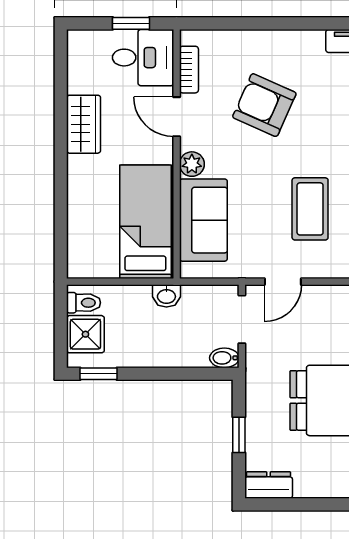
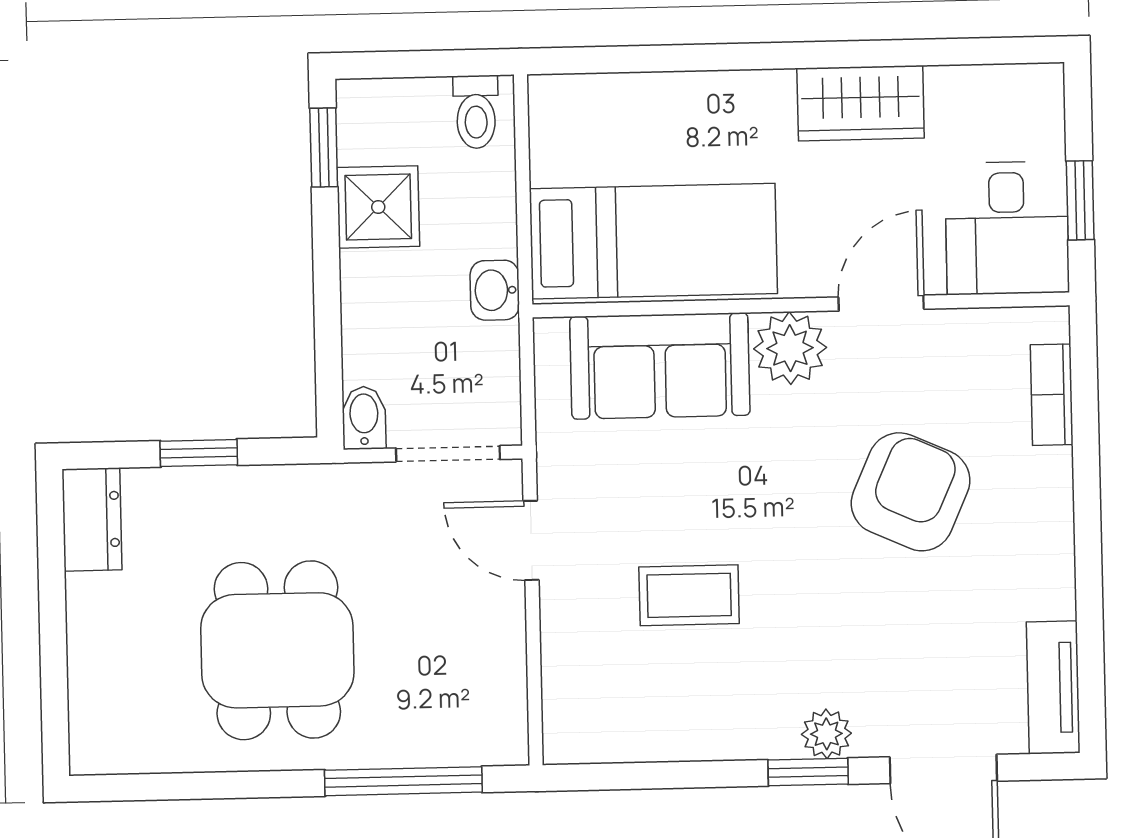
bookcase: (189, 70) -> (1052, 395), moved, turned 90
plant: (192, 164) -> (790, 348), width x1.38, depth x1.38
coffee table: (310, 209) -> (689, 595), width x0.73, depth x0.77
shower: (85, 334) -> (378, 207), moved

